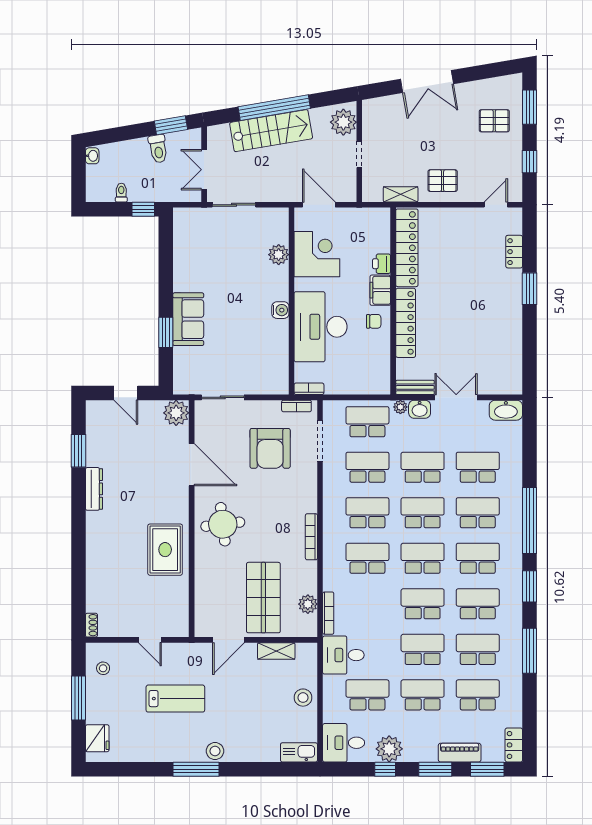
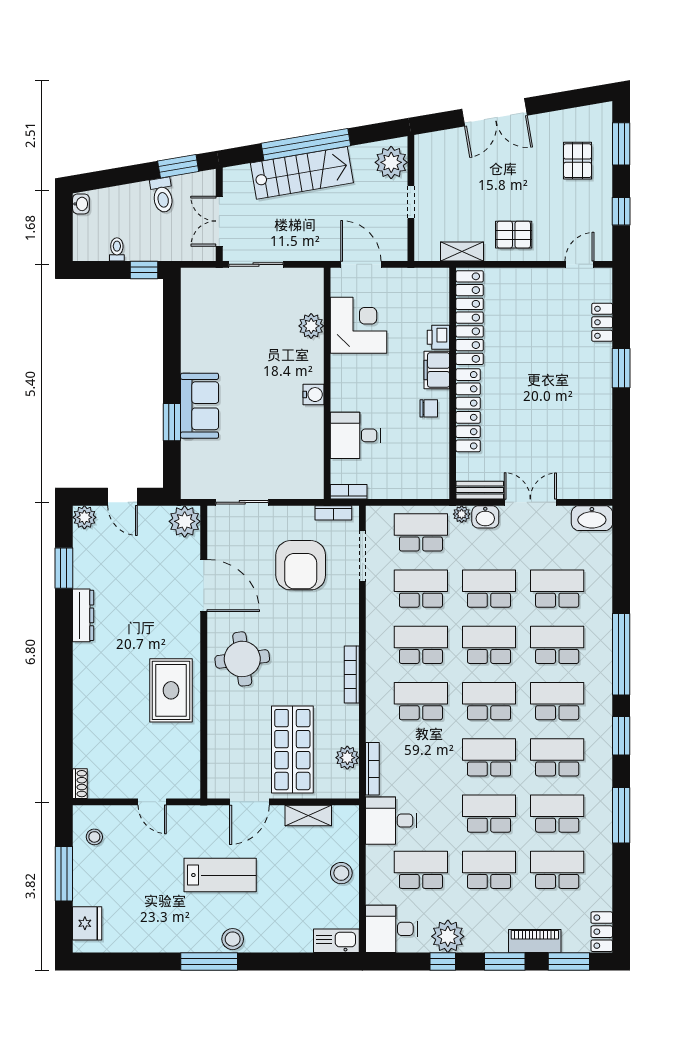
pallet: (494, 121) -> (578, 161), turned 90
desk: (321, 327) -> (355, 435), width x0.53, depth x0.77
plant: (95, 410) -> (84, 517), added
lab bench: (175, 699) -> (220, 875), moved

